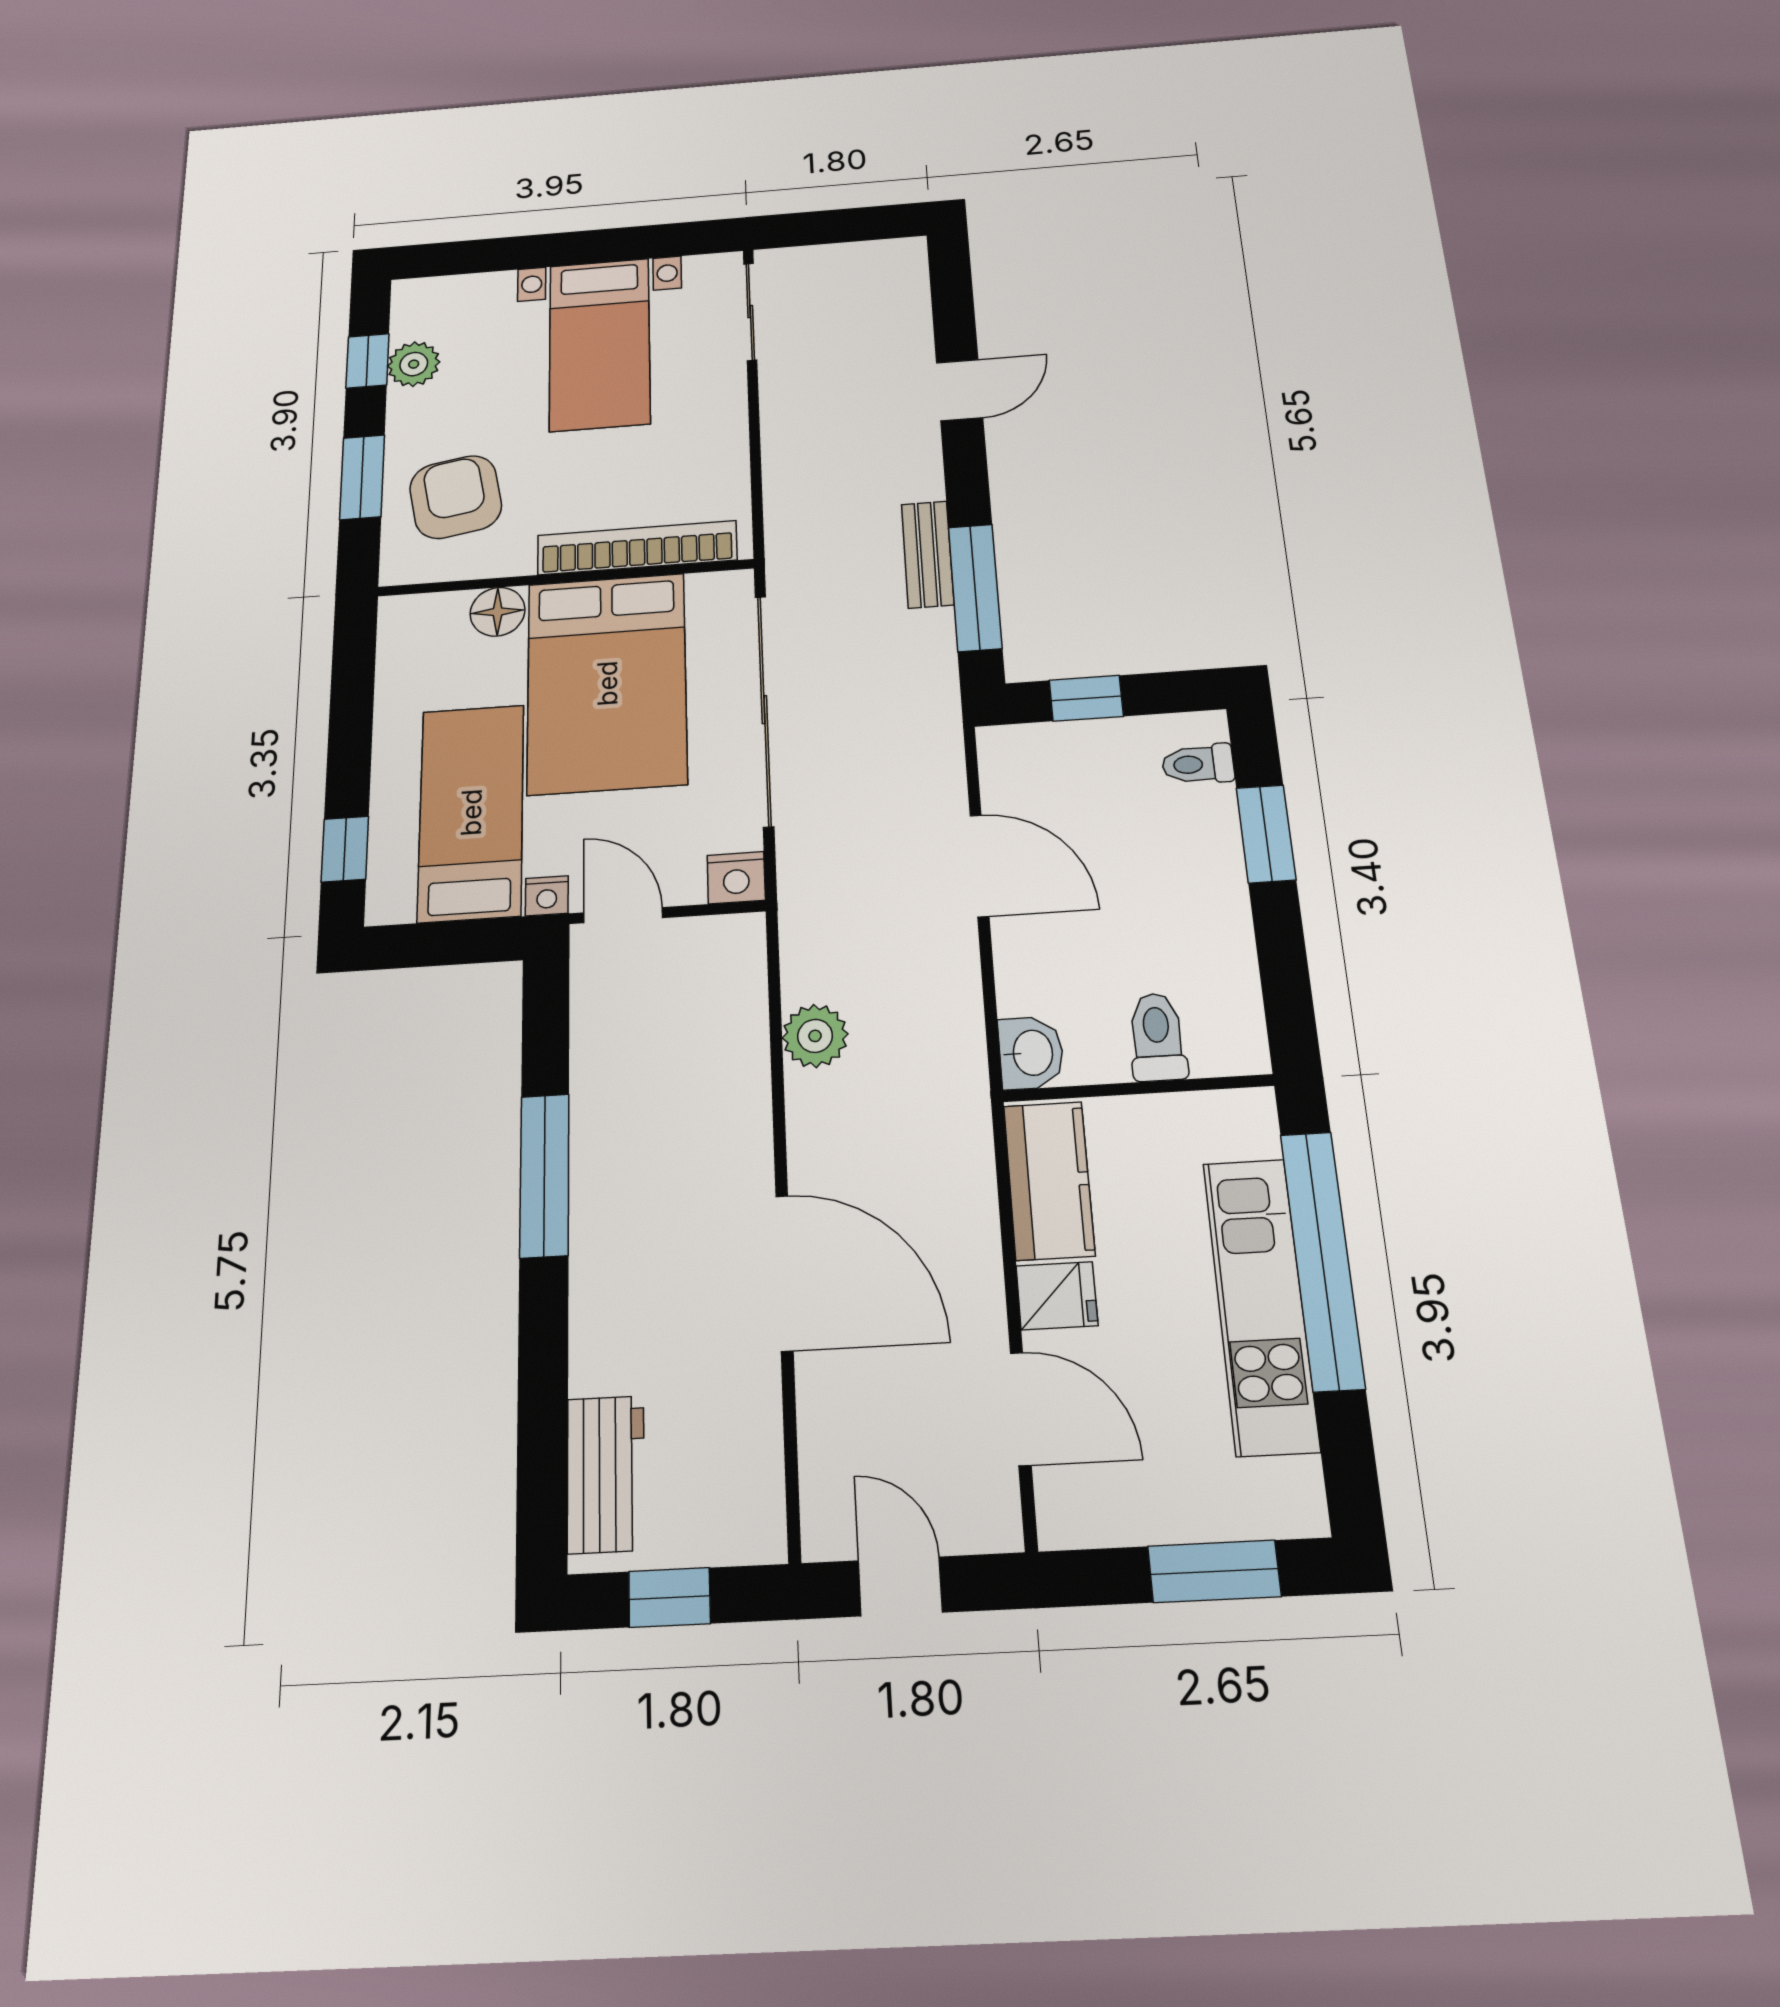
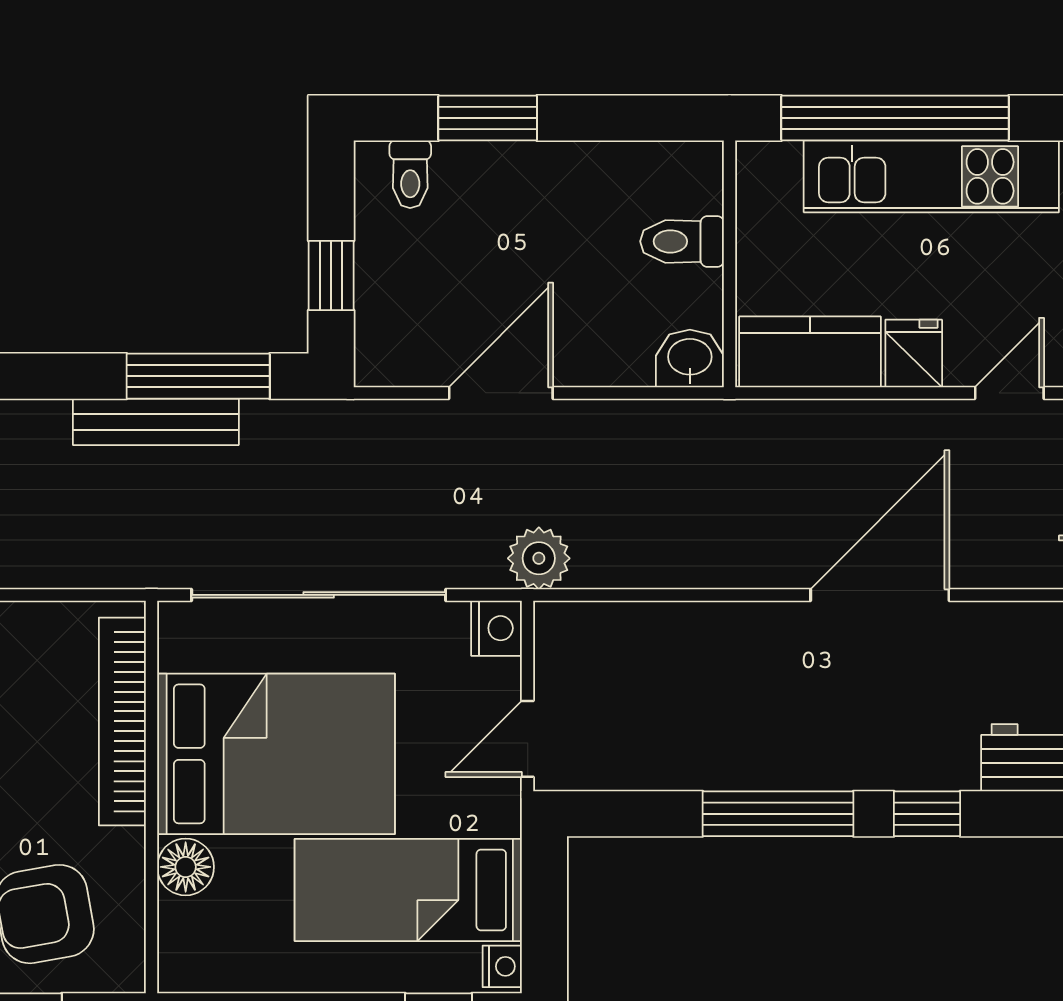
bench: (928, 554) -> (156, 422), width x1.36
nightstand: (547, 896) -> (502, 966), moved
plant: (815, 1036) -> (539, 558), moved
window: (543, 1339) -> (927, 814), added
door: (1021, 1409) -> (1009, 393), width x0.73

